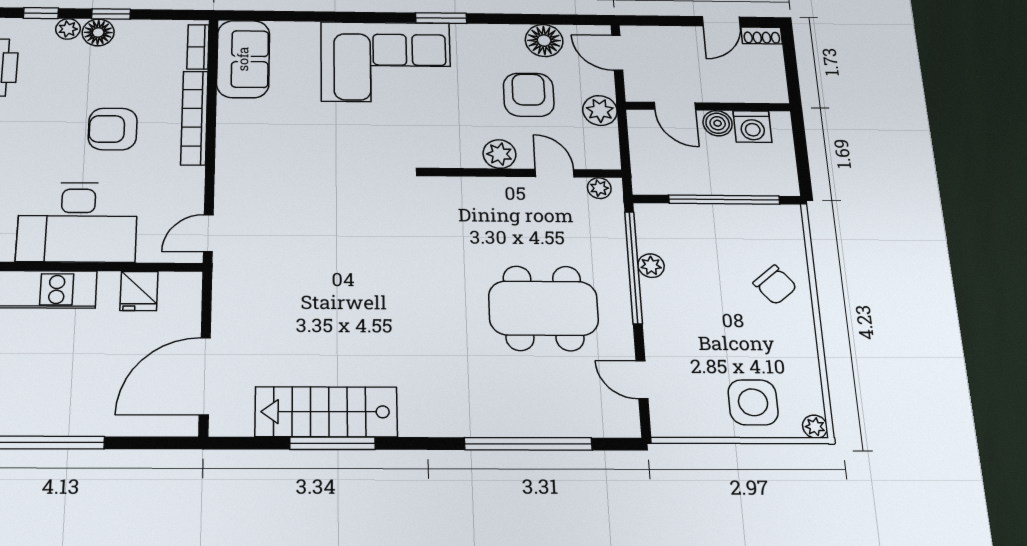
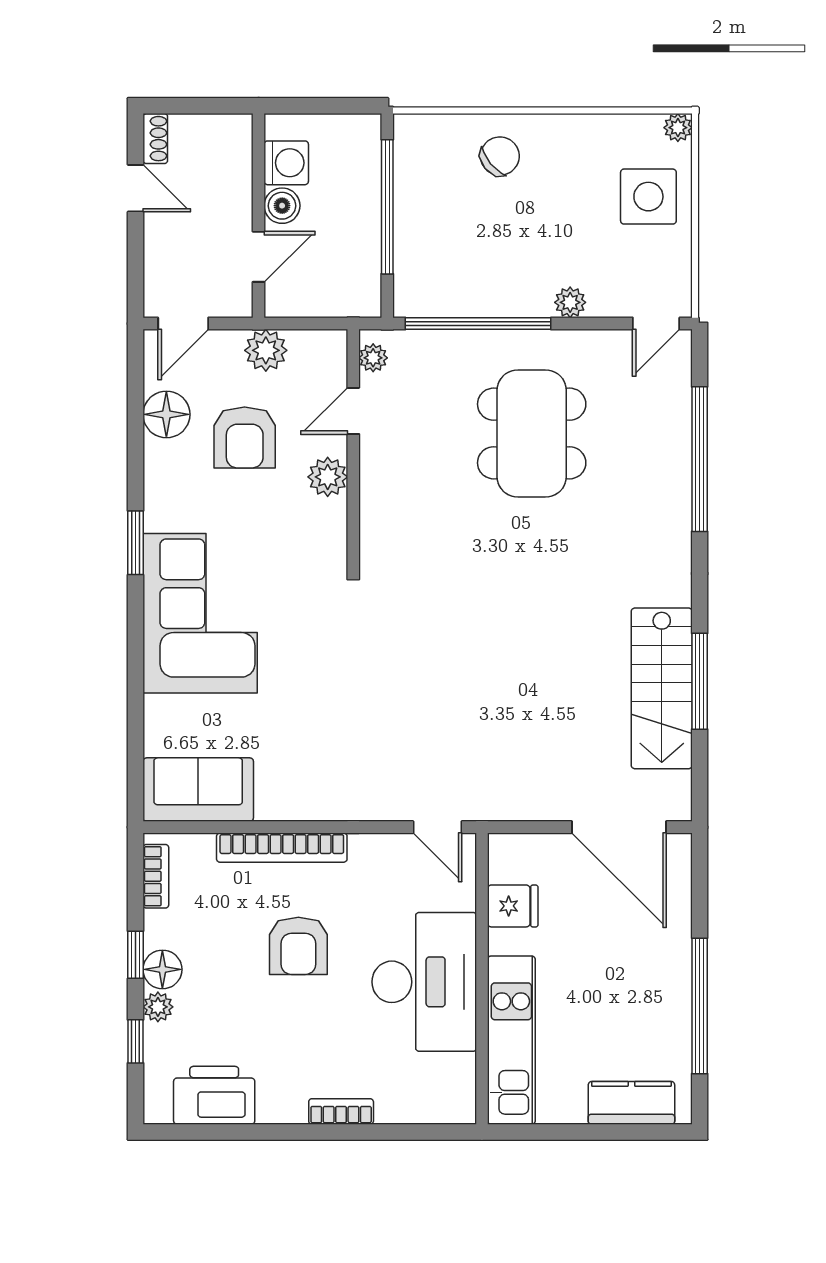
bookcase: (198, 47) -> (156, 876), moved, turned -90
armchair: (529, 95) -> (245, 437), turned -90
plant: (651, 266) -> (570, 302), moved
door: (642, 380) -> (656, 324), moved

